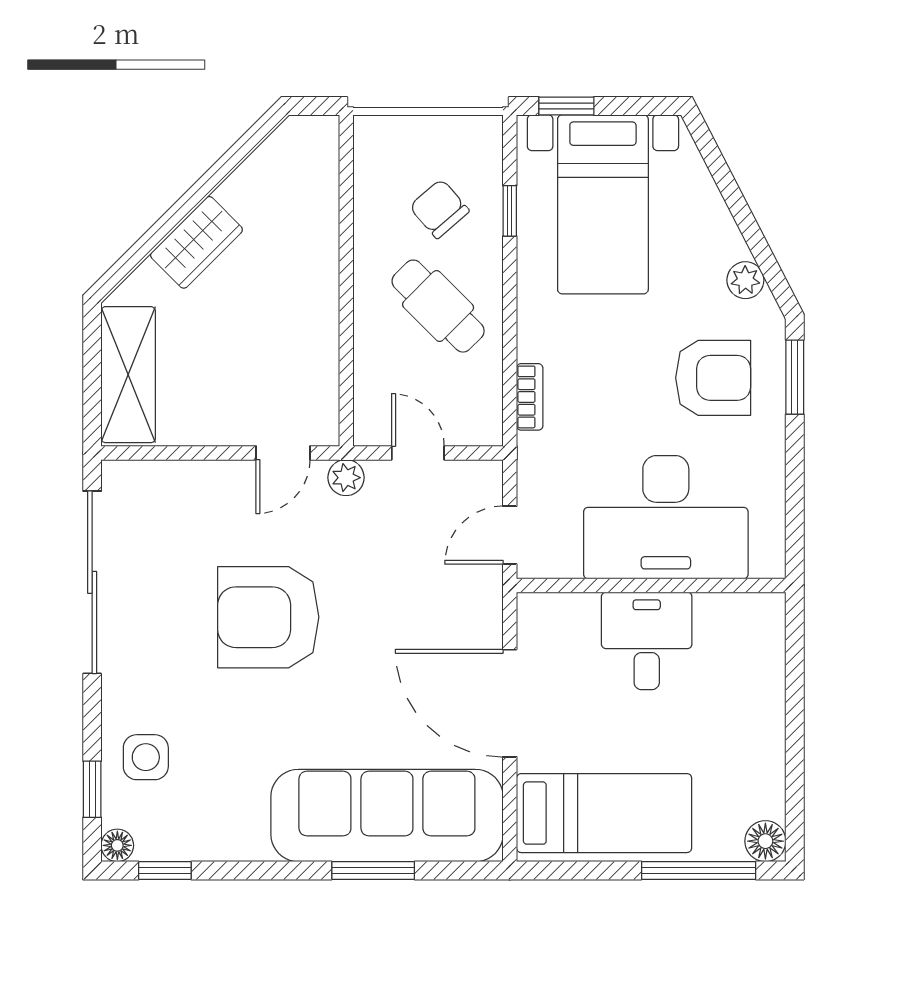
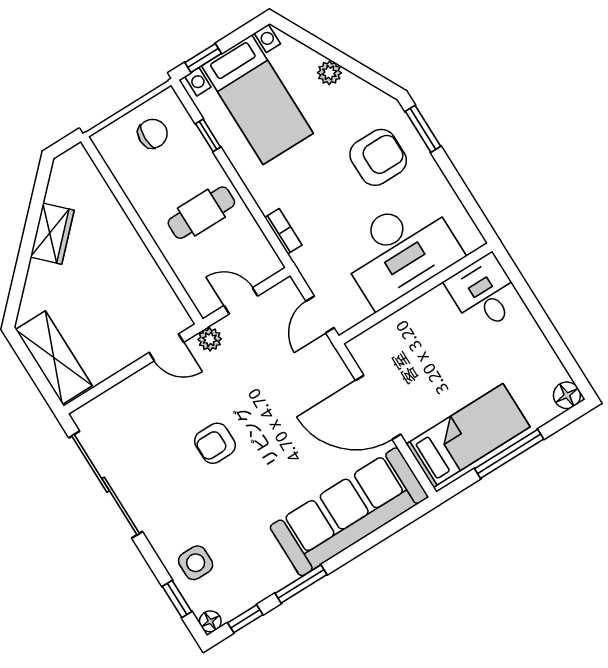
chair: (439, 209) -> (153, 134), moved, turned 131
wardrobe: (196, 242) -> (52, 234), moved
plant: (745, 280) -> (329, 73), moved
cafe table: (438, 306) -> (201, 213), turned -45
door: (283, 453) -> (166, 347), hinge flipped
armchair: (268, 617) -> (215, 443), width x0.53, depth x0.53
desk: (647, 641) -> (484, 293), moved
window: (373, 870) -> (301, 584), moved
window: (699, 870) -> (509, 454), moved

